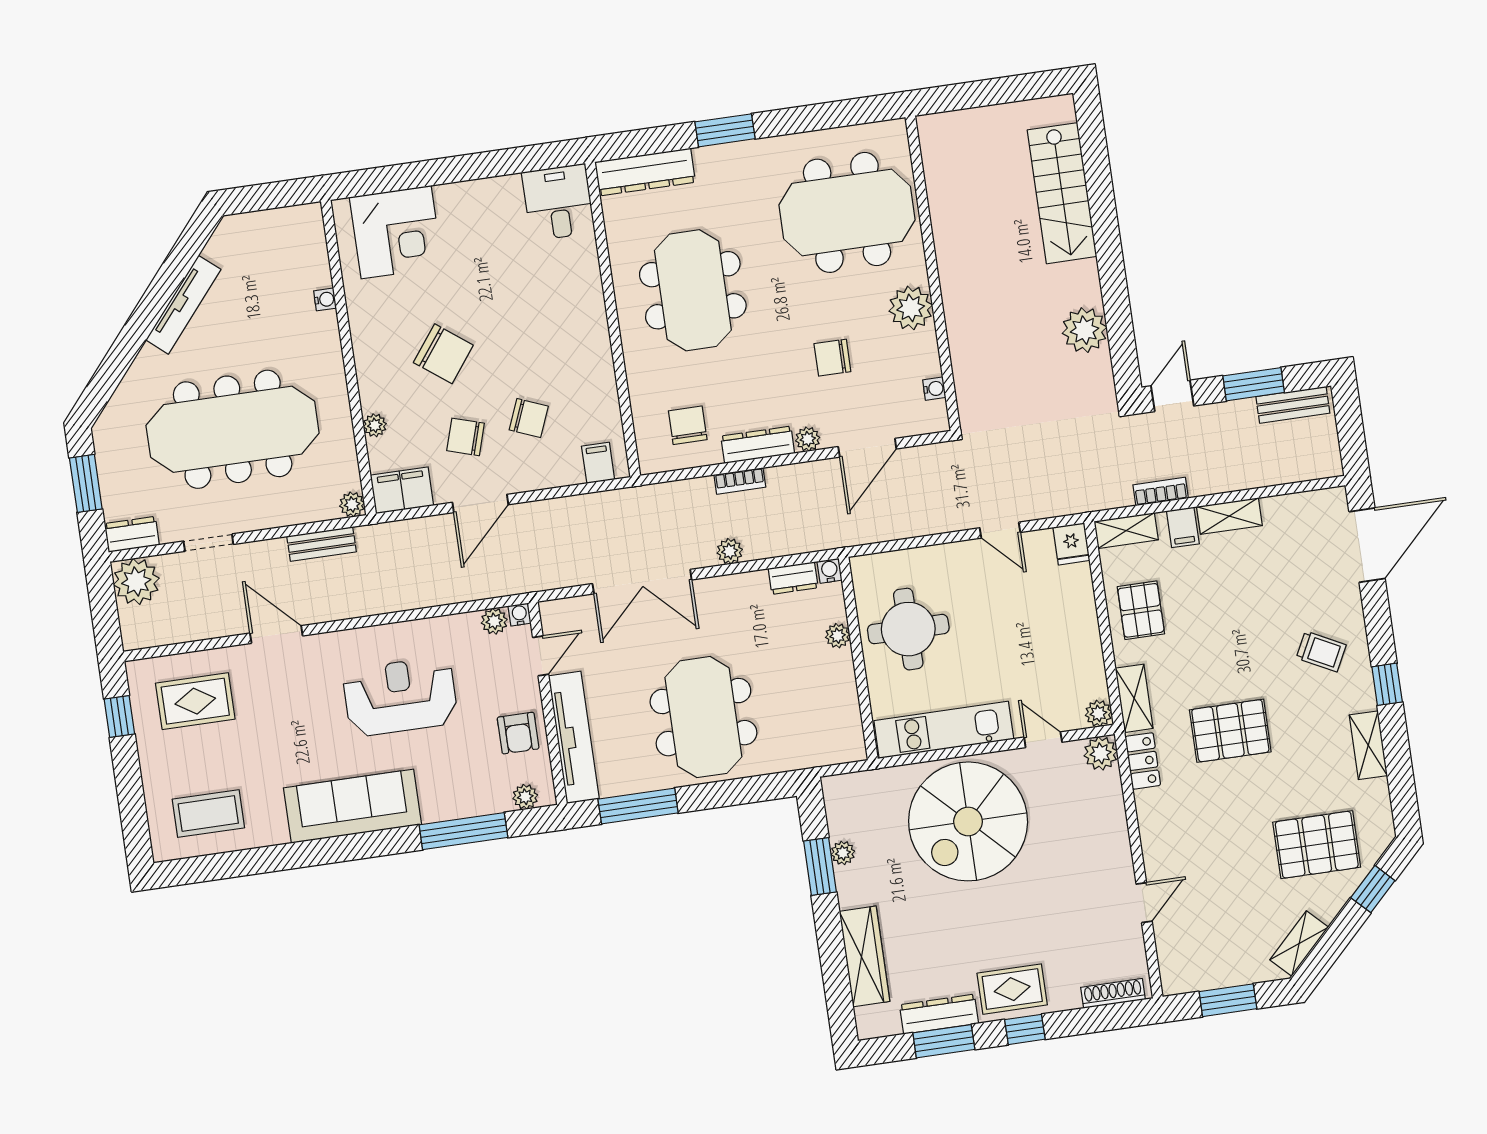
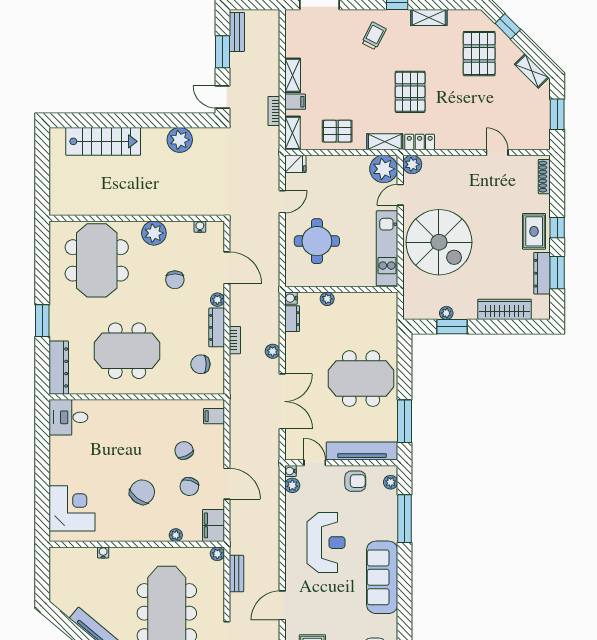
chair: (529, 418) -> (184, 451), turned -47
round table: (908, 629) -> (317, 241), moved
reception desk: (400, 697) -> (326, 543), turned 180
plant: (1098, 713) -> (384, 169), width x1.88, depth x1.88

